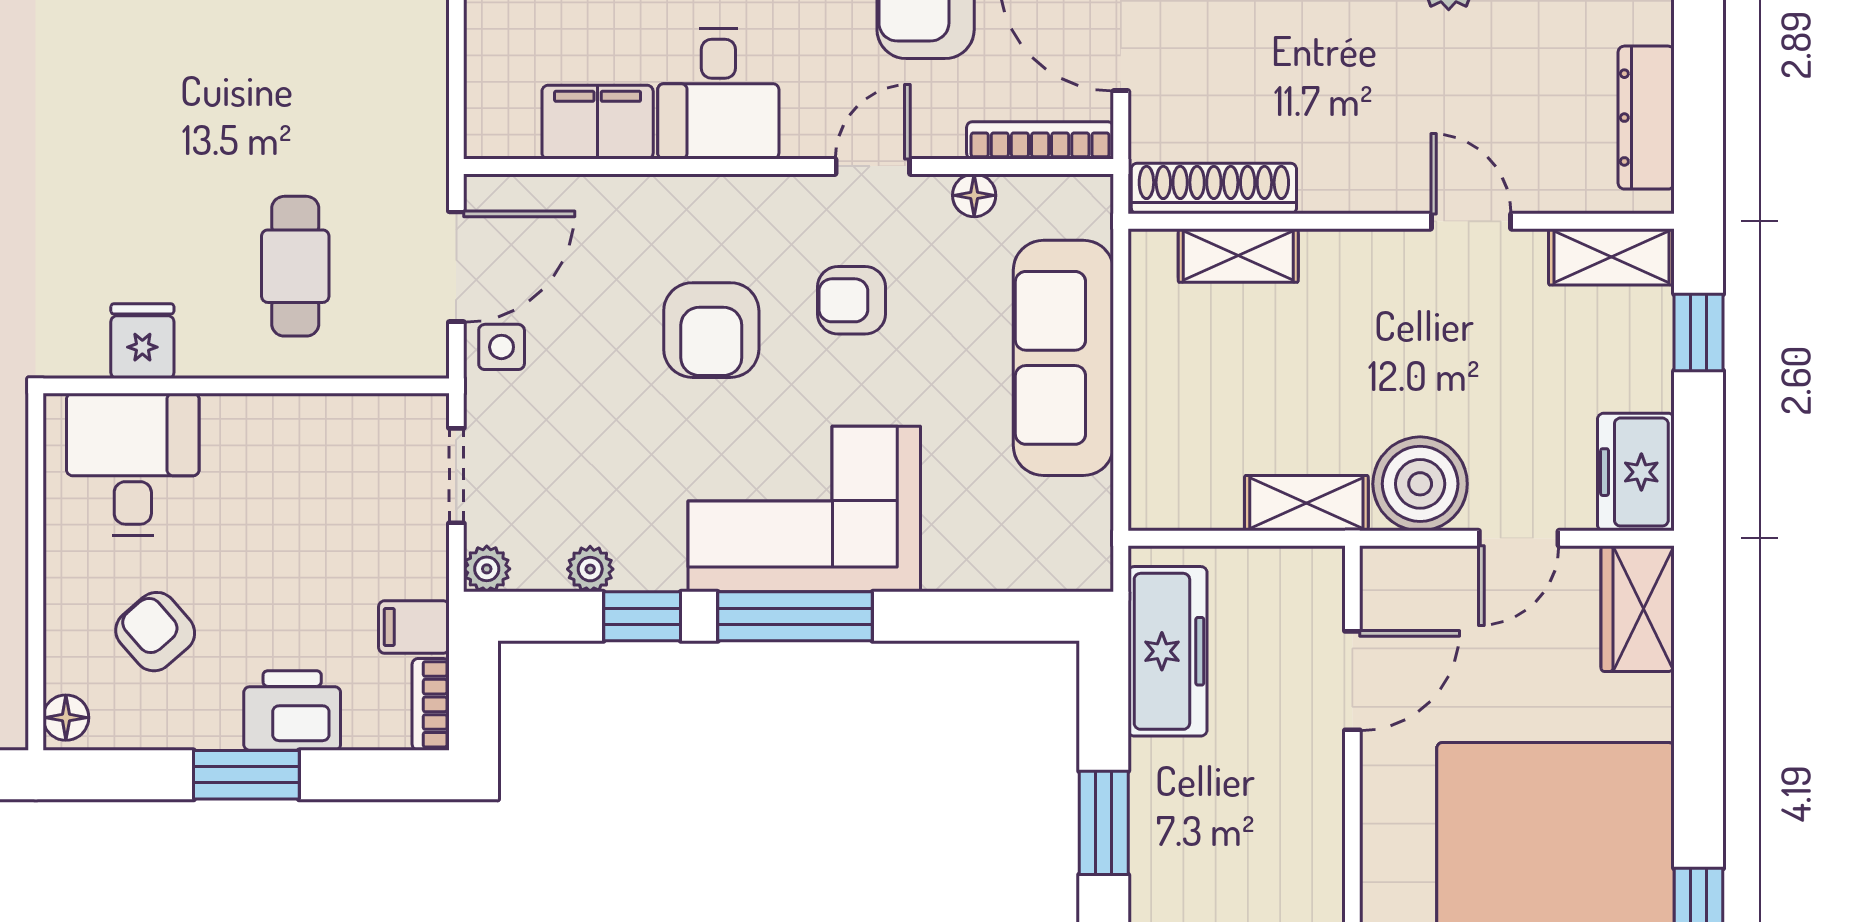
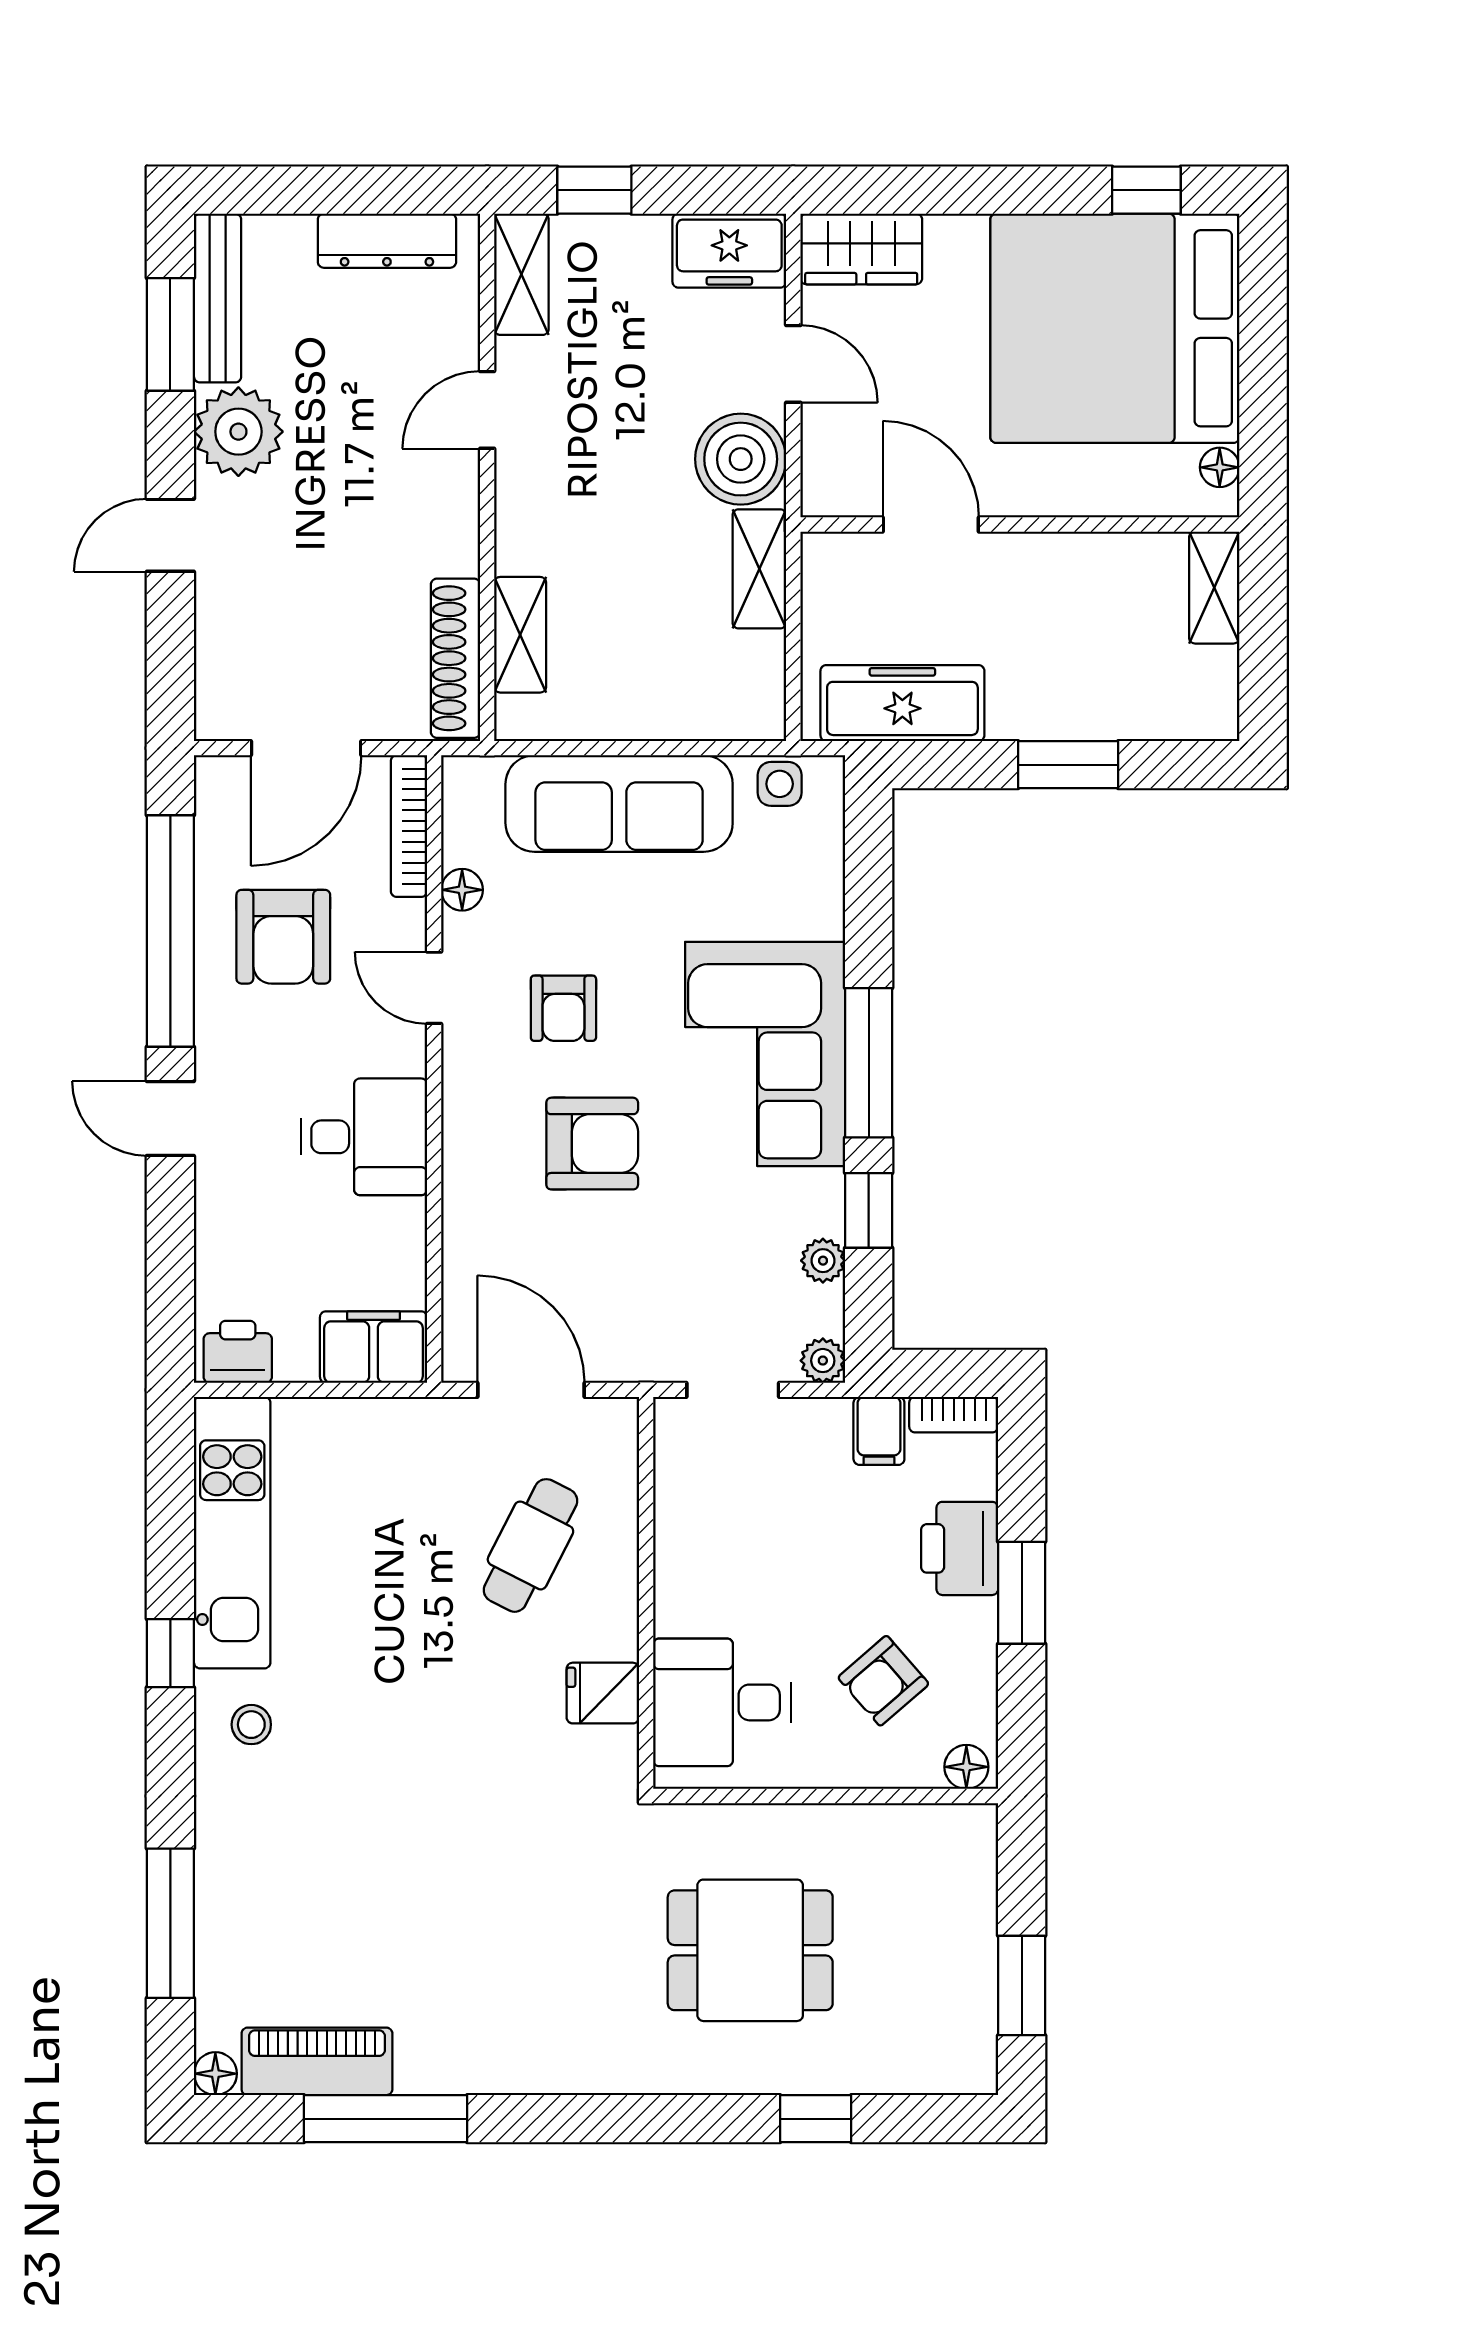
filing cabinet: (598, 122) -> (374, 1347), moved, turned 90
cafe table: (295, 266) -> (530, 1545), turned -63
side table: (502, 347) -> (780, 784), moved

